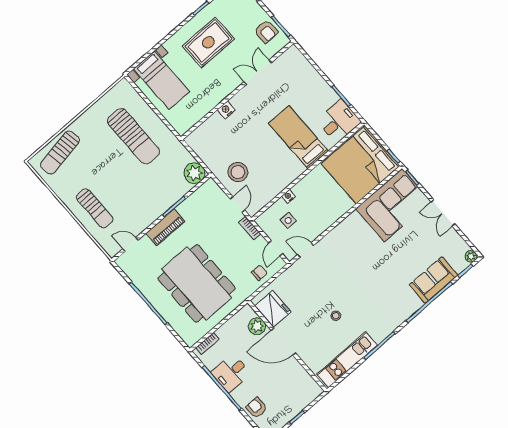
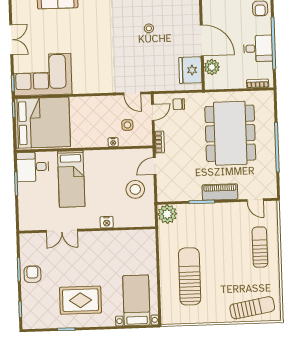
double door: (258, 72) -> (62, 231), moved
wall: (237, 90) -> (87, 230), moved
nightstand: (226, 110) -> (107, 222), moved

